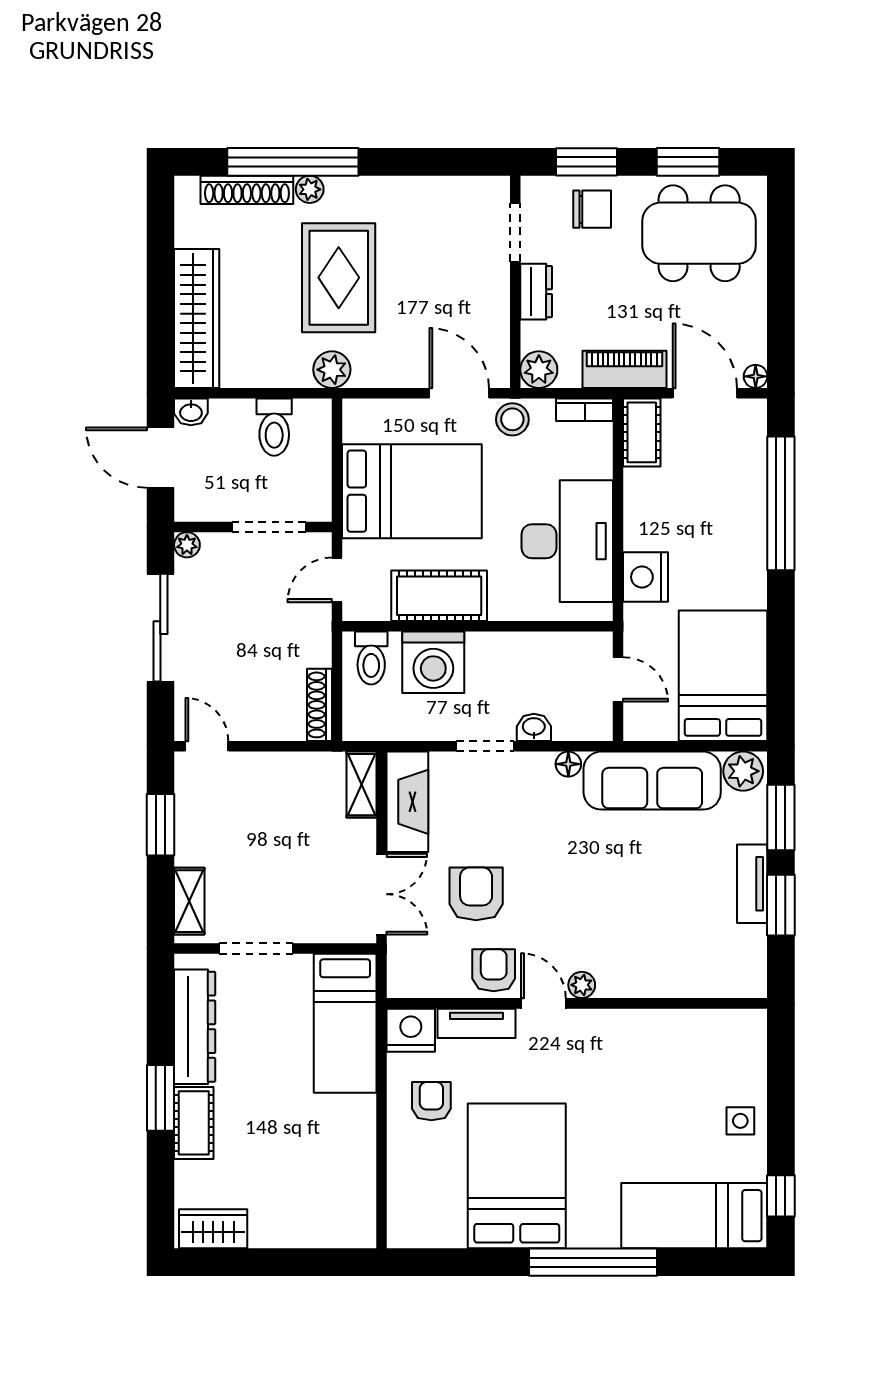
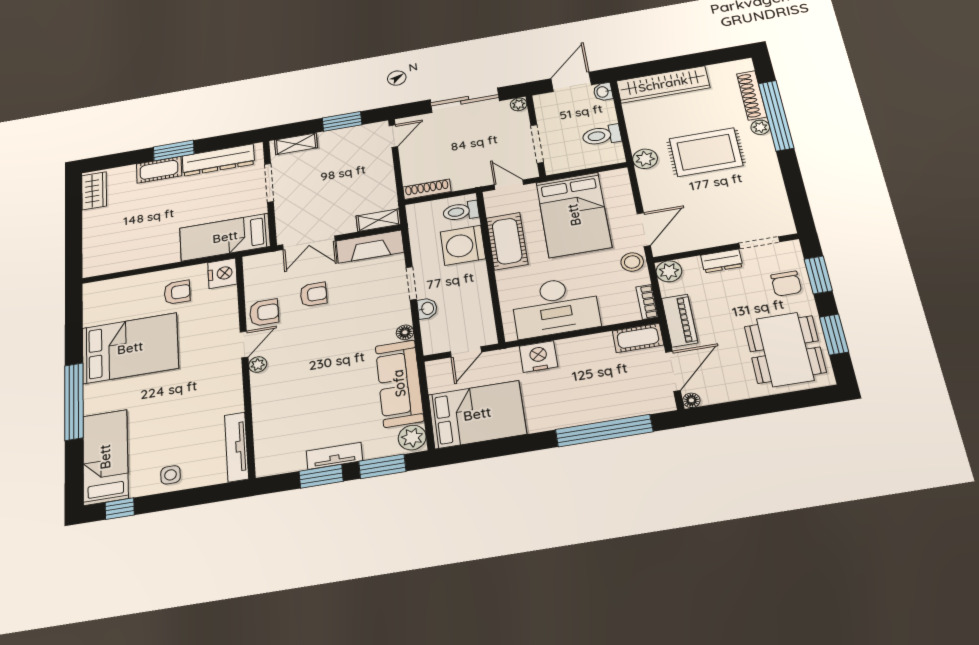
armchair: (476, 894) -> (313, 294), width x0.72, depth x0.72
tv unit: (476, 1023) -> (236, 447), moved, width x1.41

